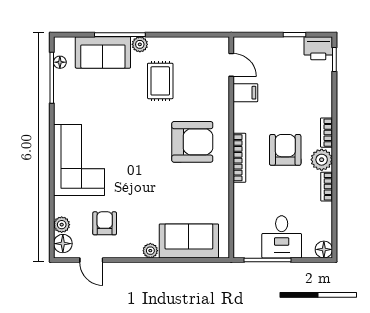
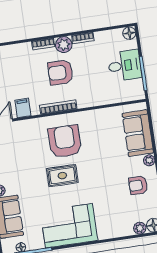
rug: (160, 81) -> (62, 176), moved
bookcase: (239, 158) -> (58, 107), moved
corner sofa: (79, 160) -> (69, 226), moved
armchair: (105, 223) -> (138, 185), moved

